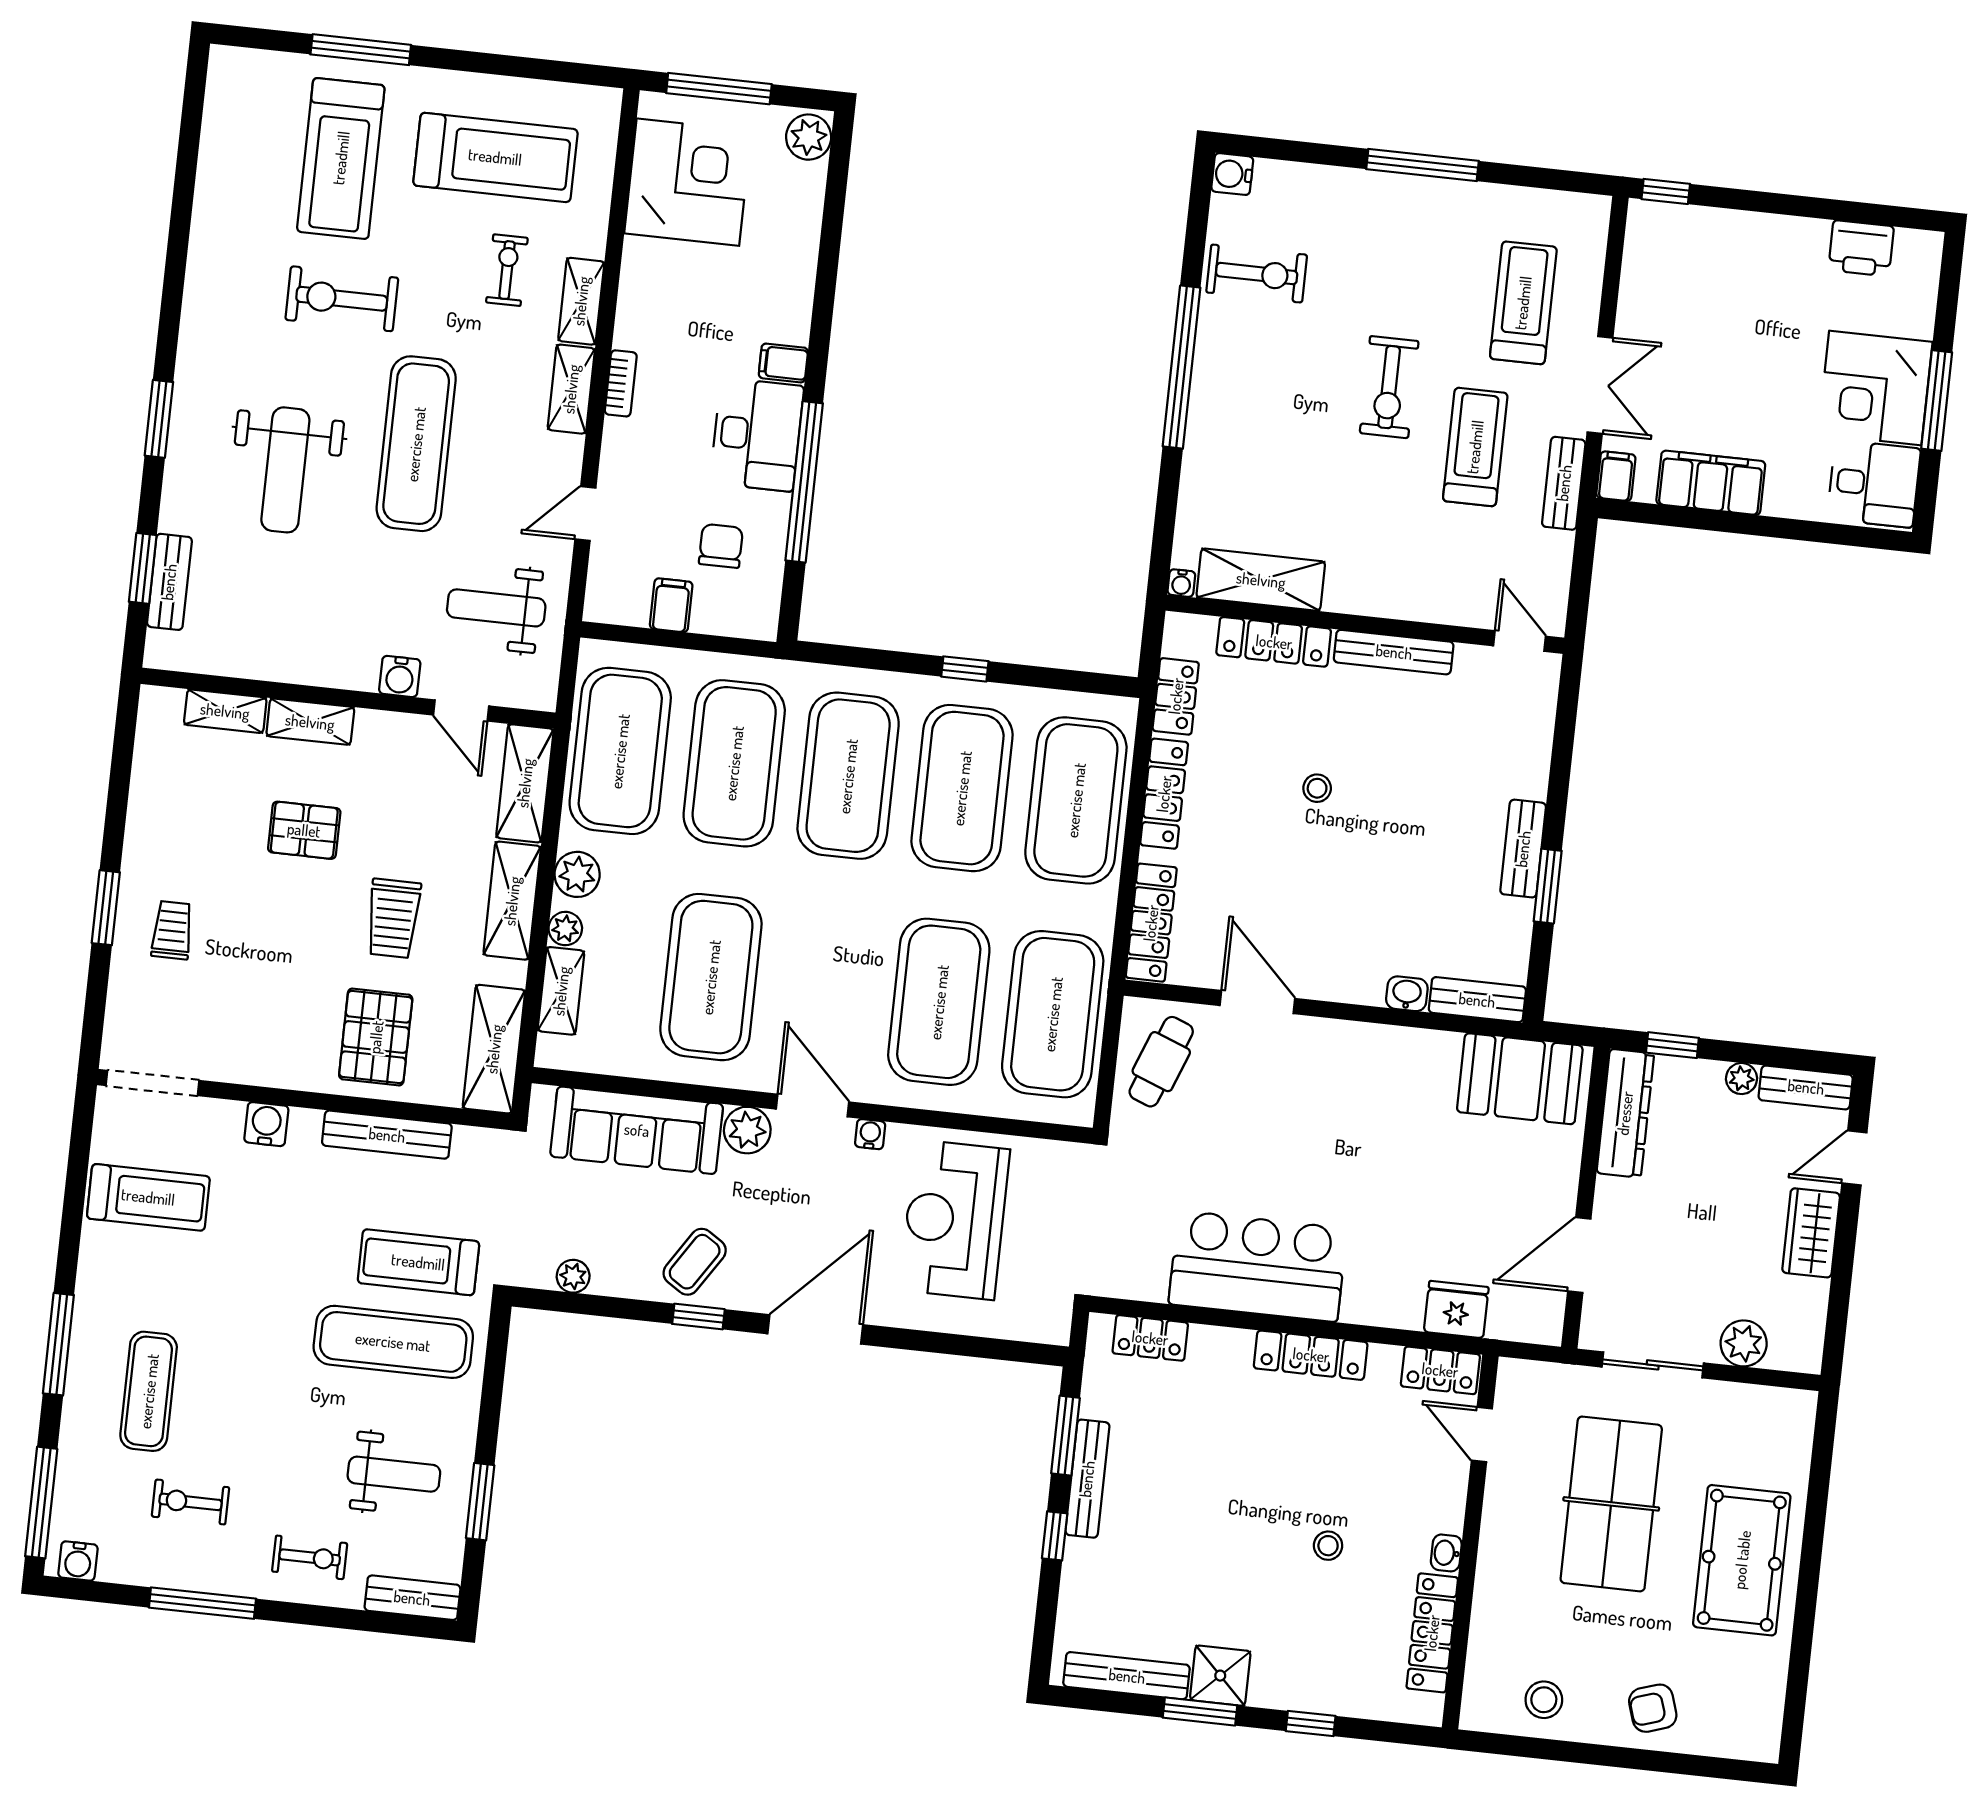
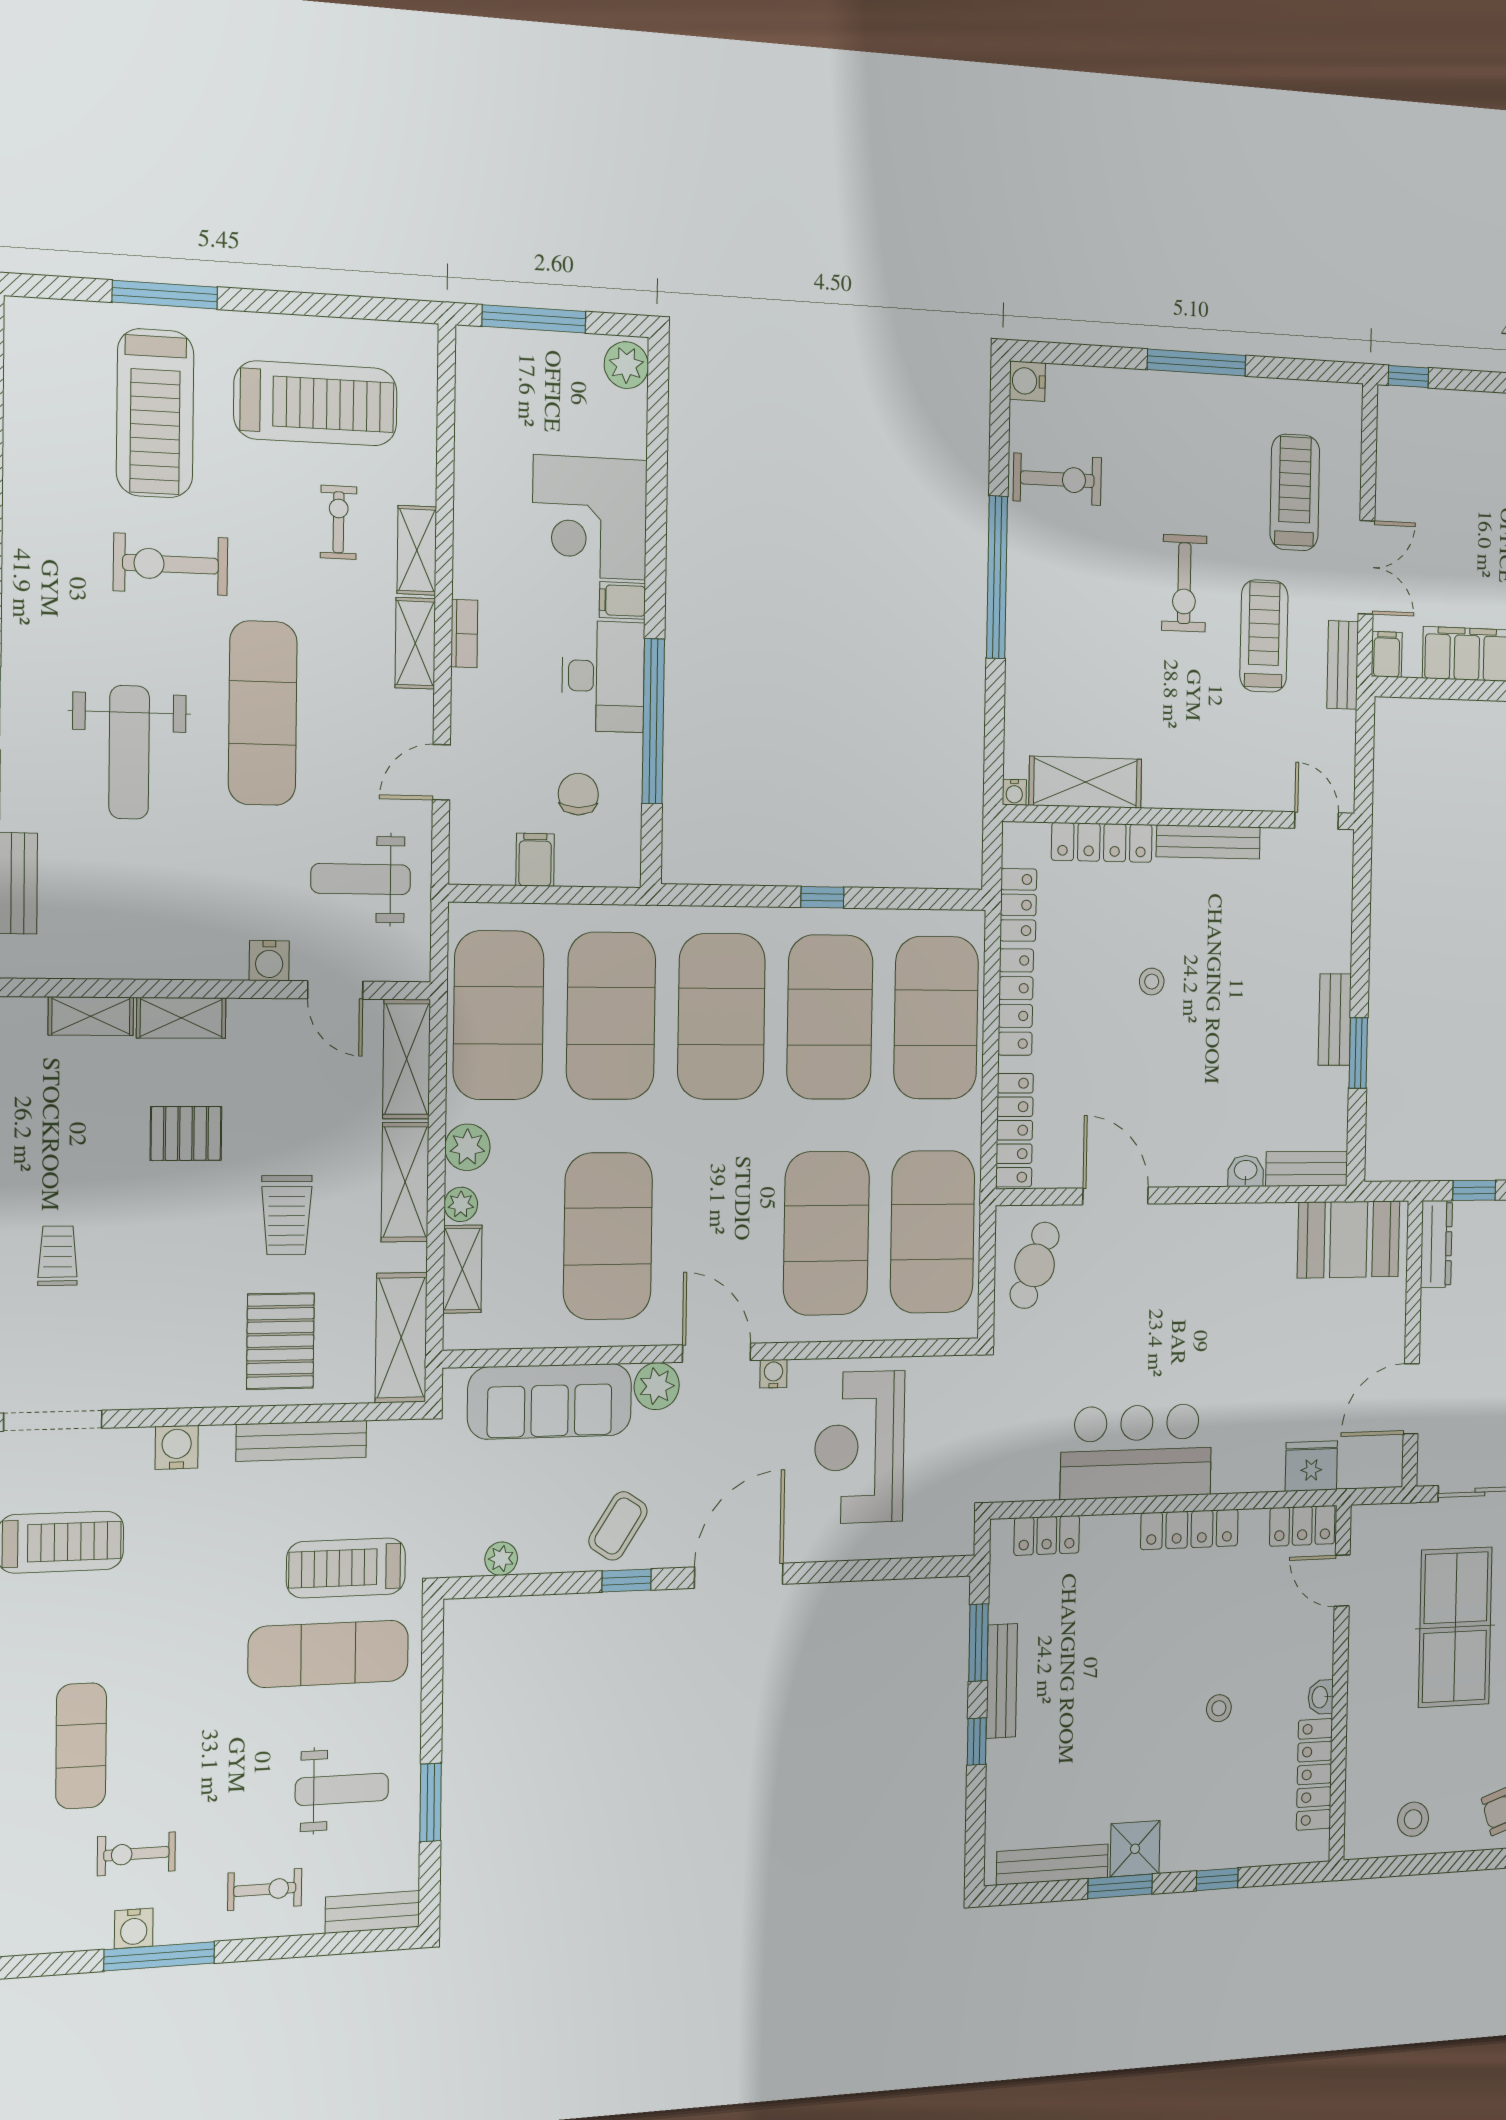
corner desk: (688, 182) -> (590, 517), moved, turned 180
dresser: (1625, 1113) -> (1436, 1244), width x0.73, depth x0.80
water cooler: (78, 1561) -> (134, 1928), moved

